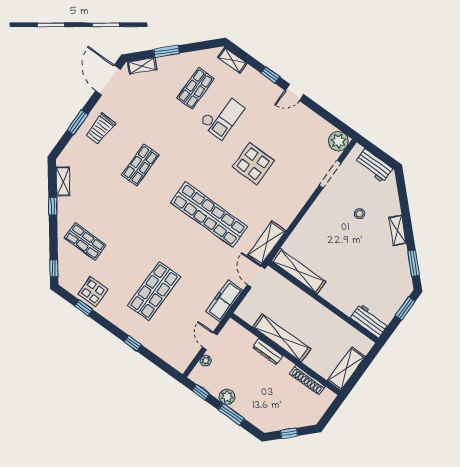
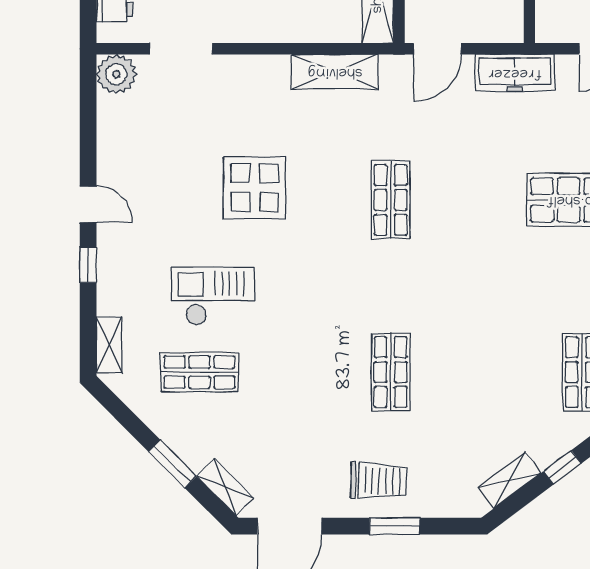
shop shelf: (140, 165) -> (391, 372), turned 90
shop shelf: (209, 215) -> (391, 200), width x0.50, depth x0.74
shelving: (267, 243) -> (335, 72), moved

